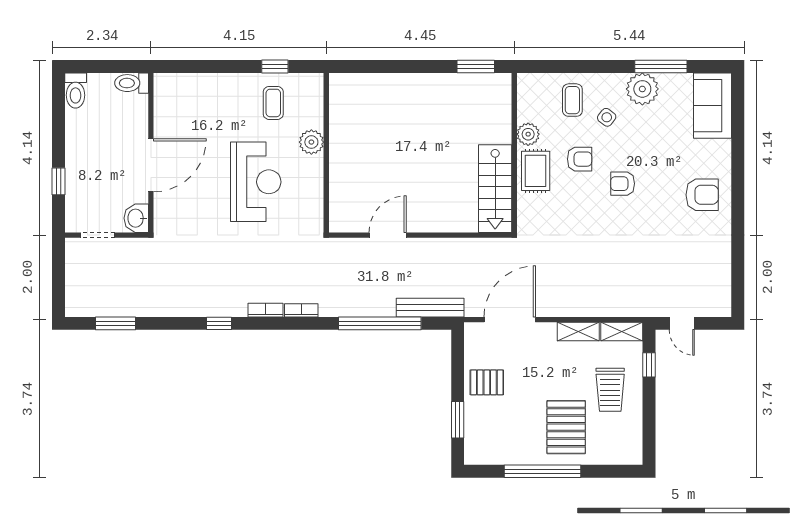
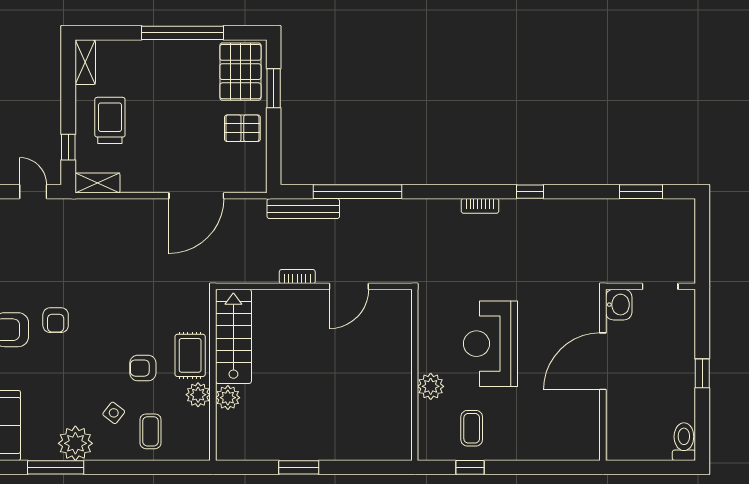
window: (476, 66) -> (299, 467), moved
toilet: (132, 83) -> (624, 450), removed
plant: (500, 132) -> (228, 398), added
window: (58, 181) -> (702, 373), moved
armchair: (623, 184) -> (56, 320), moved, turned 90
bookcase: (301, 310) -> (297, 277), moved, turned 180
door: (510, 320) -> (196, 196), moved
shelving: (578, 332) -> (85, 62), moved, turned 90
pallet: (566, 427) -> (240, 72), moved

